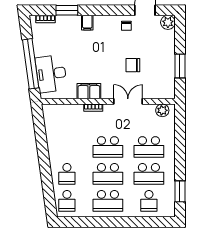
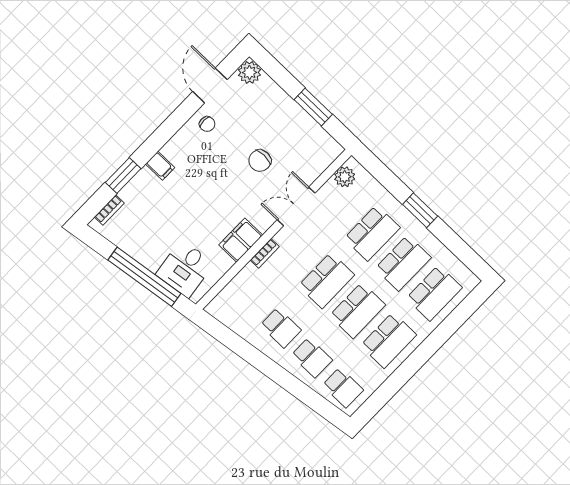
desk: (51, 74) -> (185, 269), width x0.73
school desk: (67, 147) -> (281, 328), added
window: (180, 191) -> (420, 210), moved
school desk: (149, 201) -> (434, 293), width x1.85

